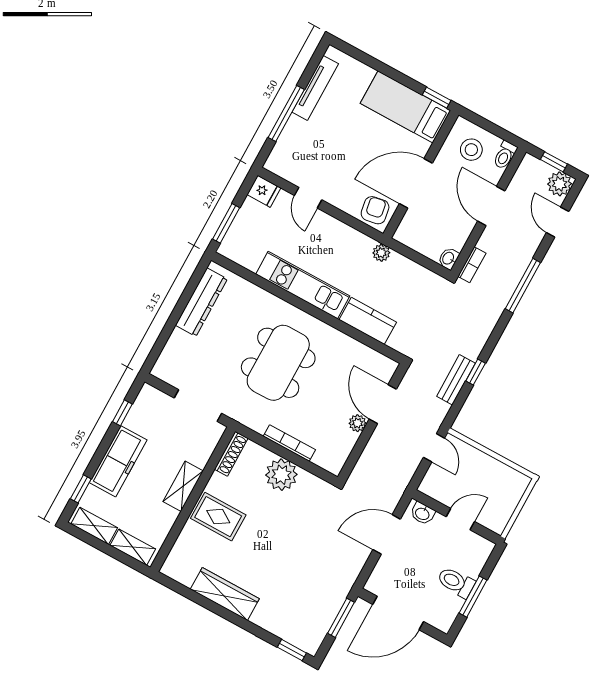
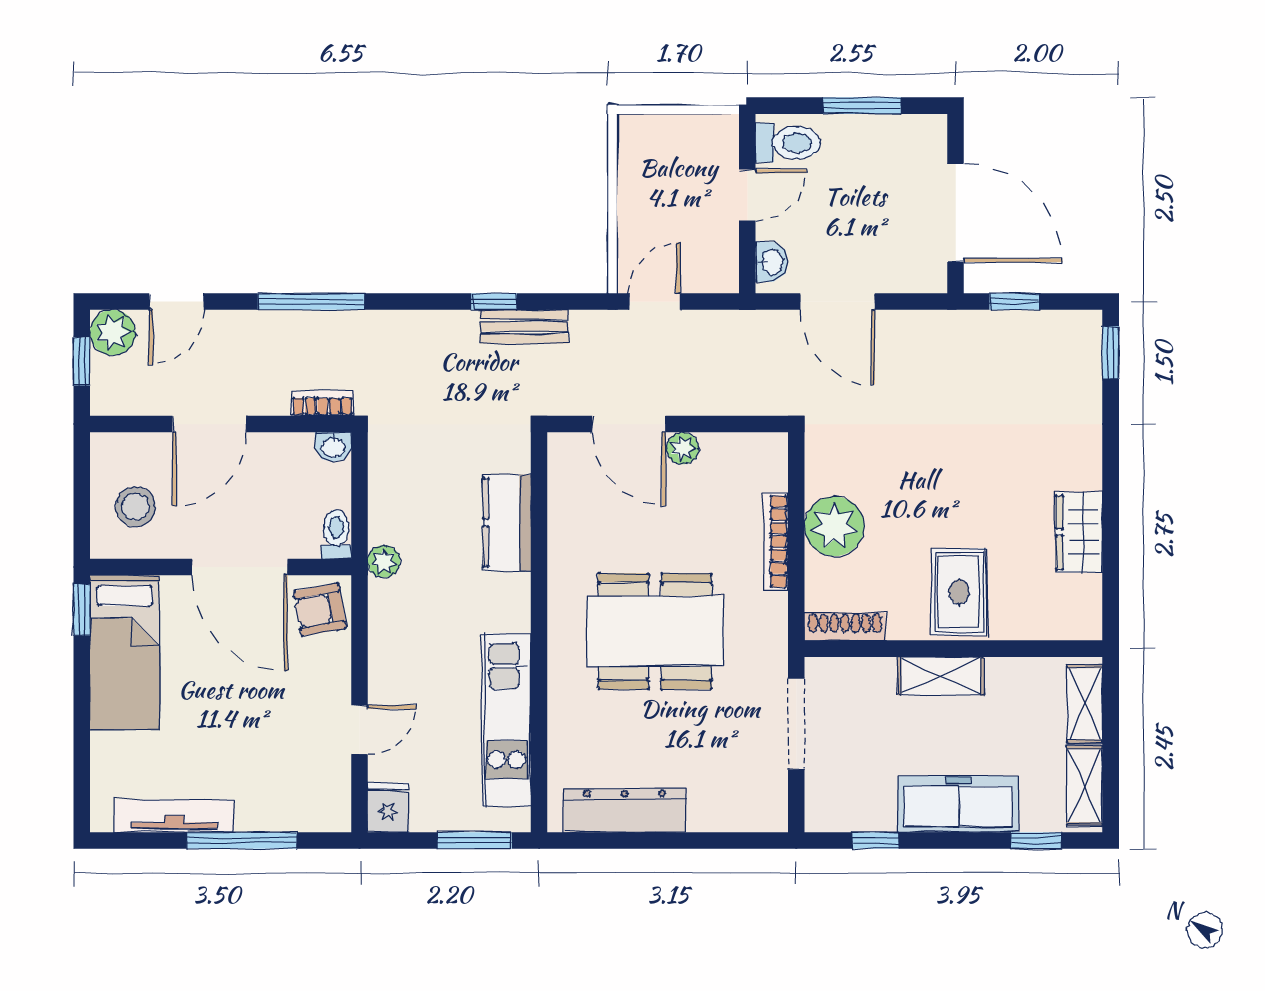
toilet: (505, 155) -> (336, 534), moved, turned -90
kitchen unit: (303, 285) -> (507, 720), moved
door: (383, 404) -> (629, 424), hinge flipped
door: (460, 519) -> (747, 195), swing flipped
toilet: (456, 582) -> (788, 143), moved, turned -90
wardrobe: (225, 594) -> (1079, 532), width x0.67
window: (341, 618) -> (1014, 302), width x0.67

